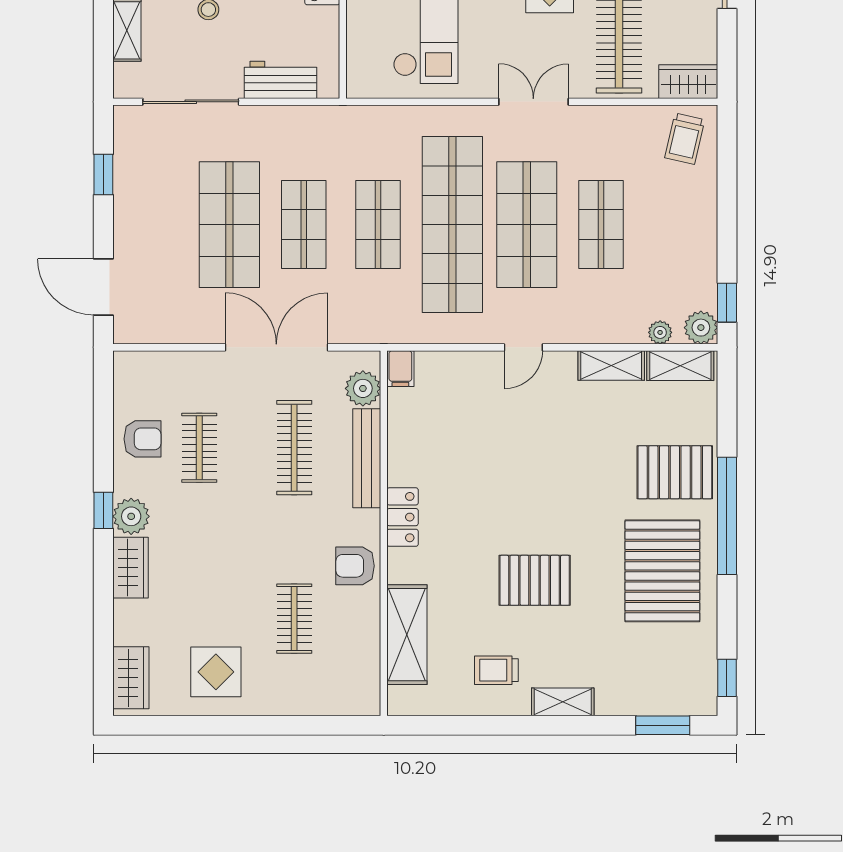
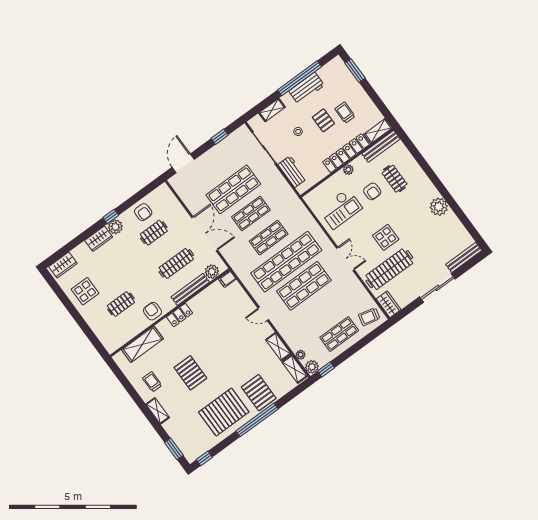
shop shelf: (601, 225) -> (339, 334), moved

